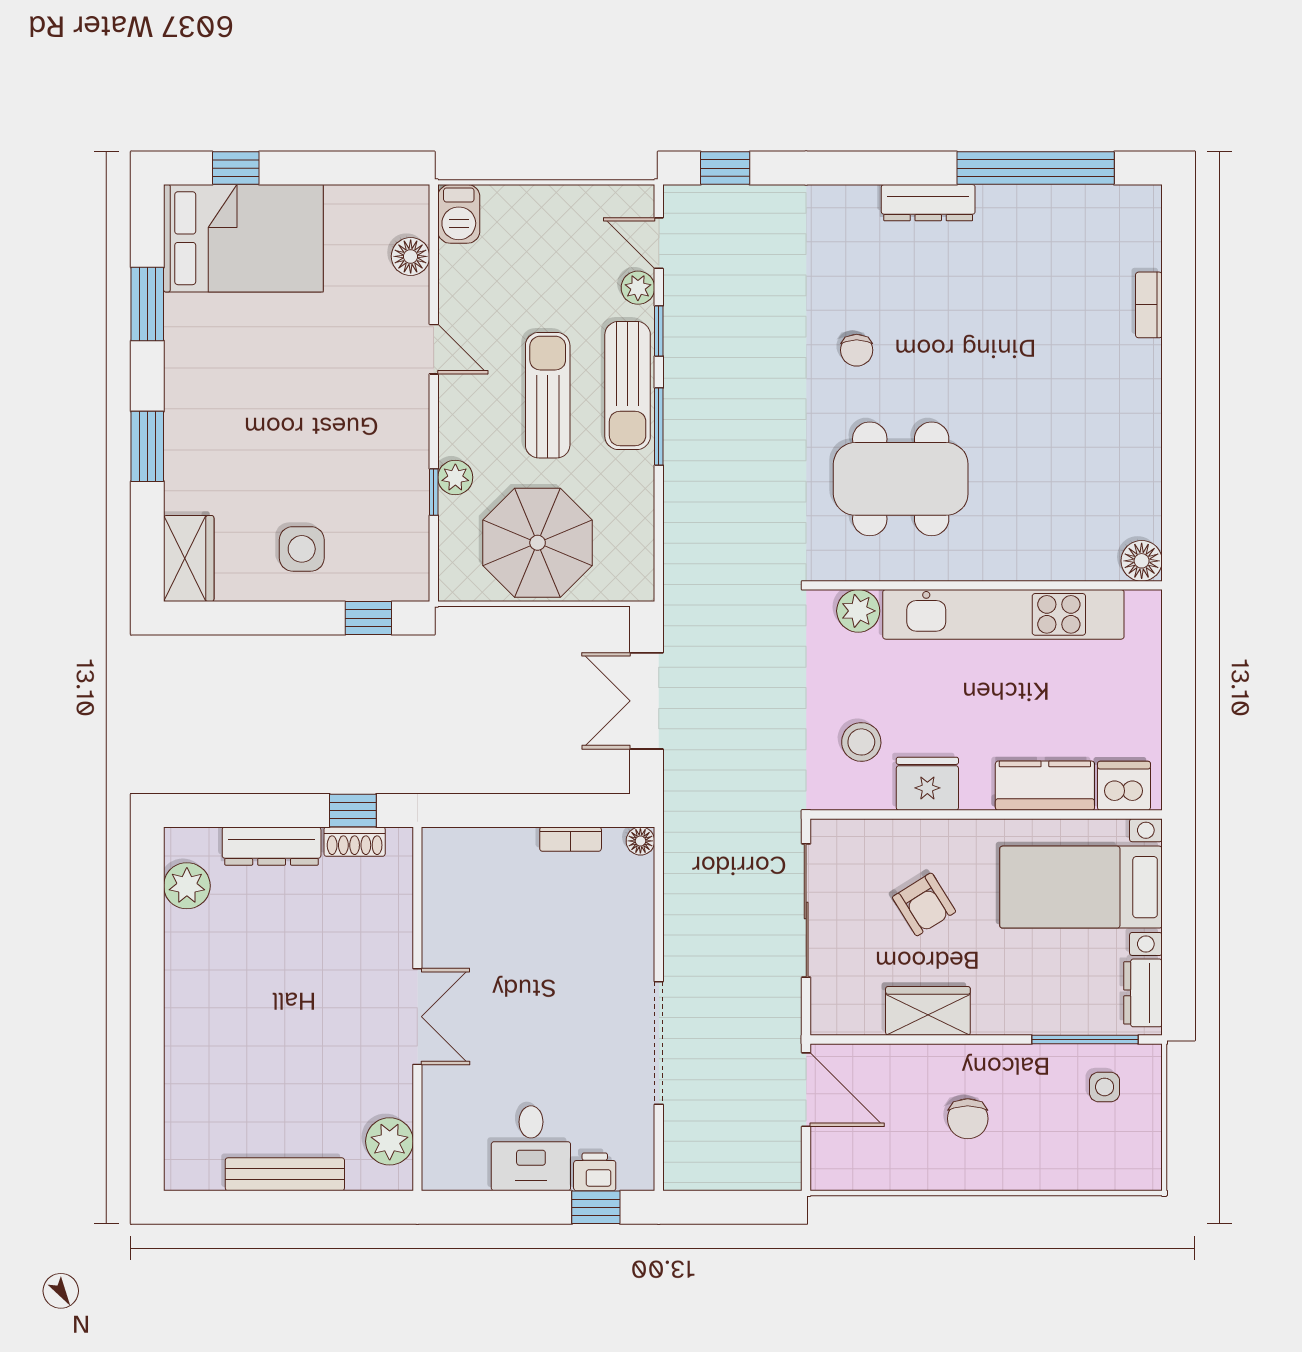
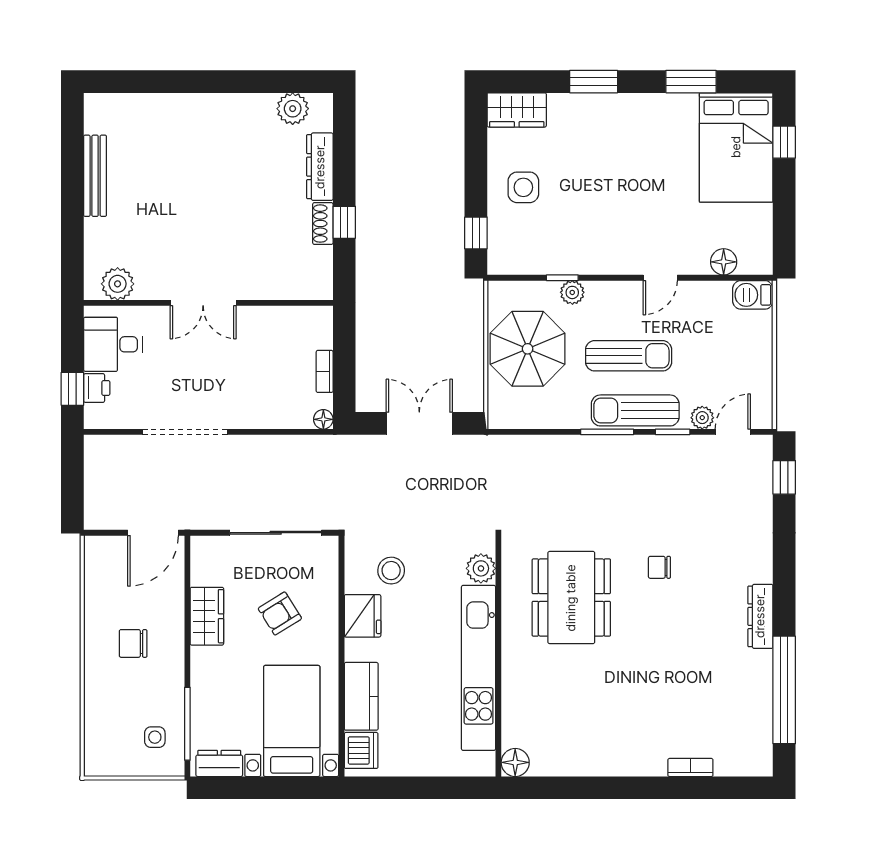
wall: (417, 1009) -> (208, 303), moved
double door: (417, 1017) -> (203, 303), moved
plant: (390, 1141) -> (118, 284), moved

